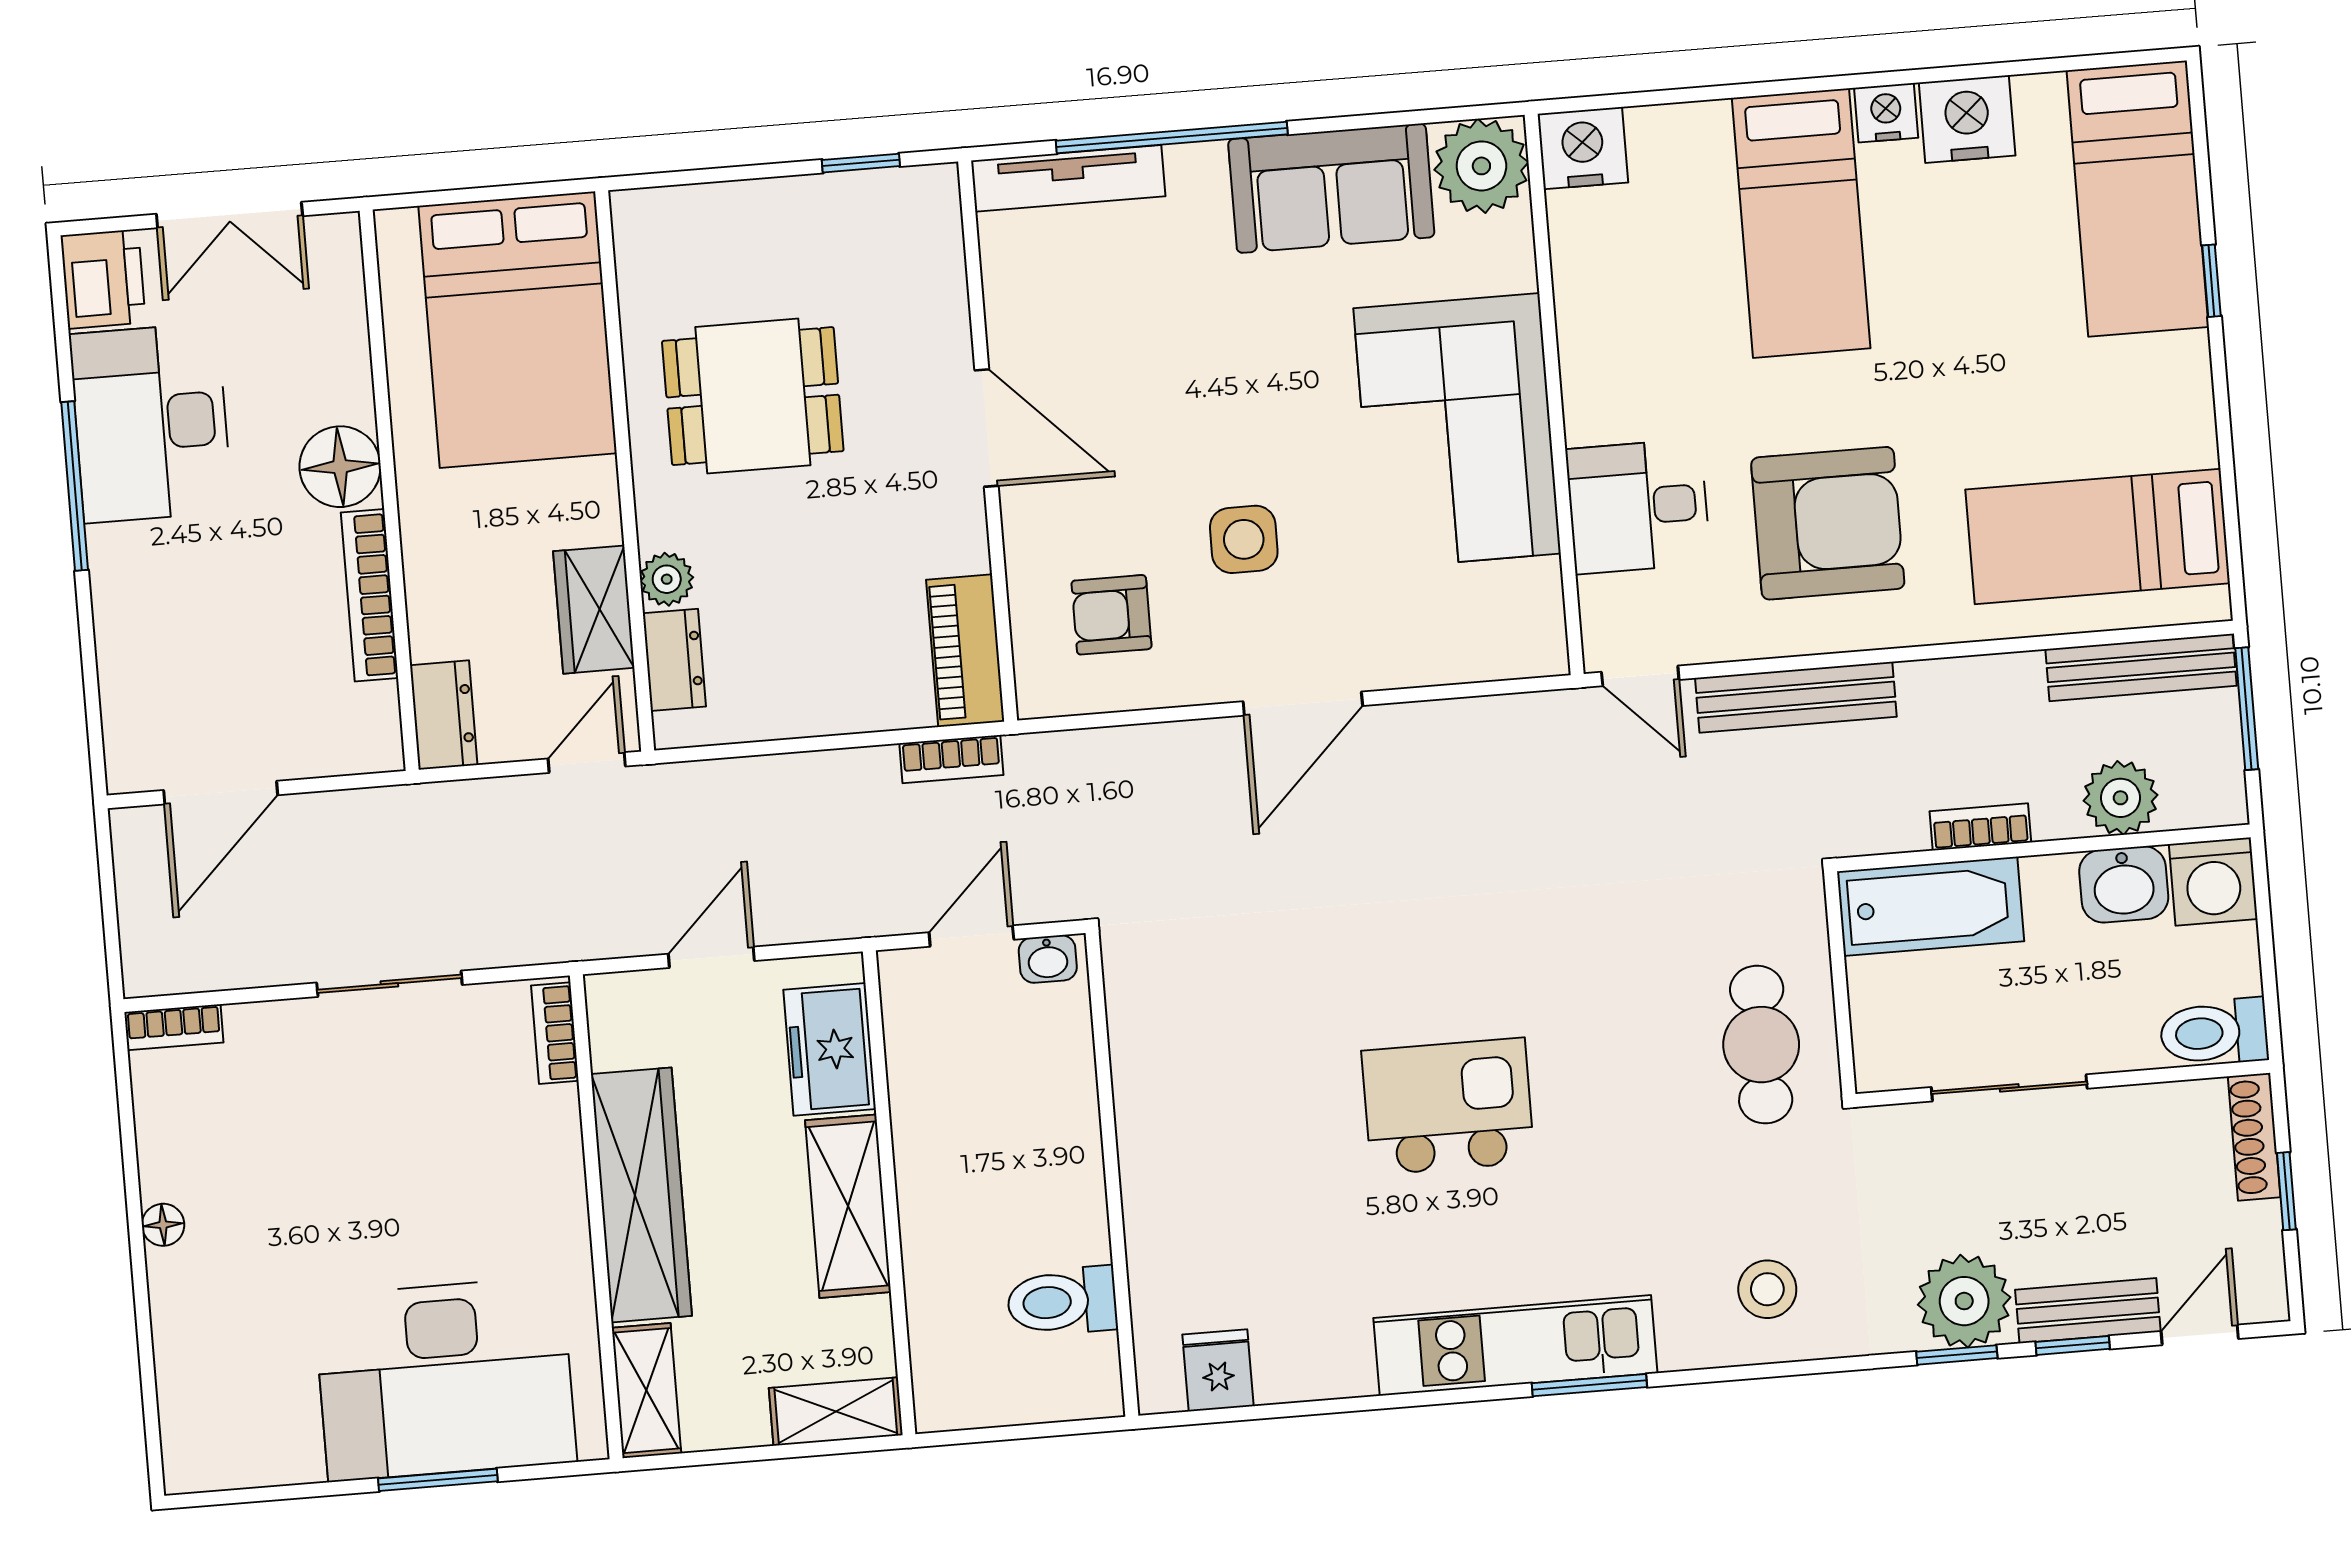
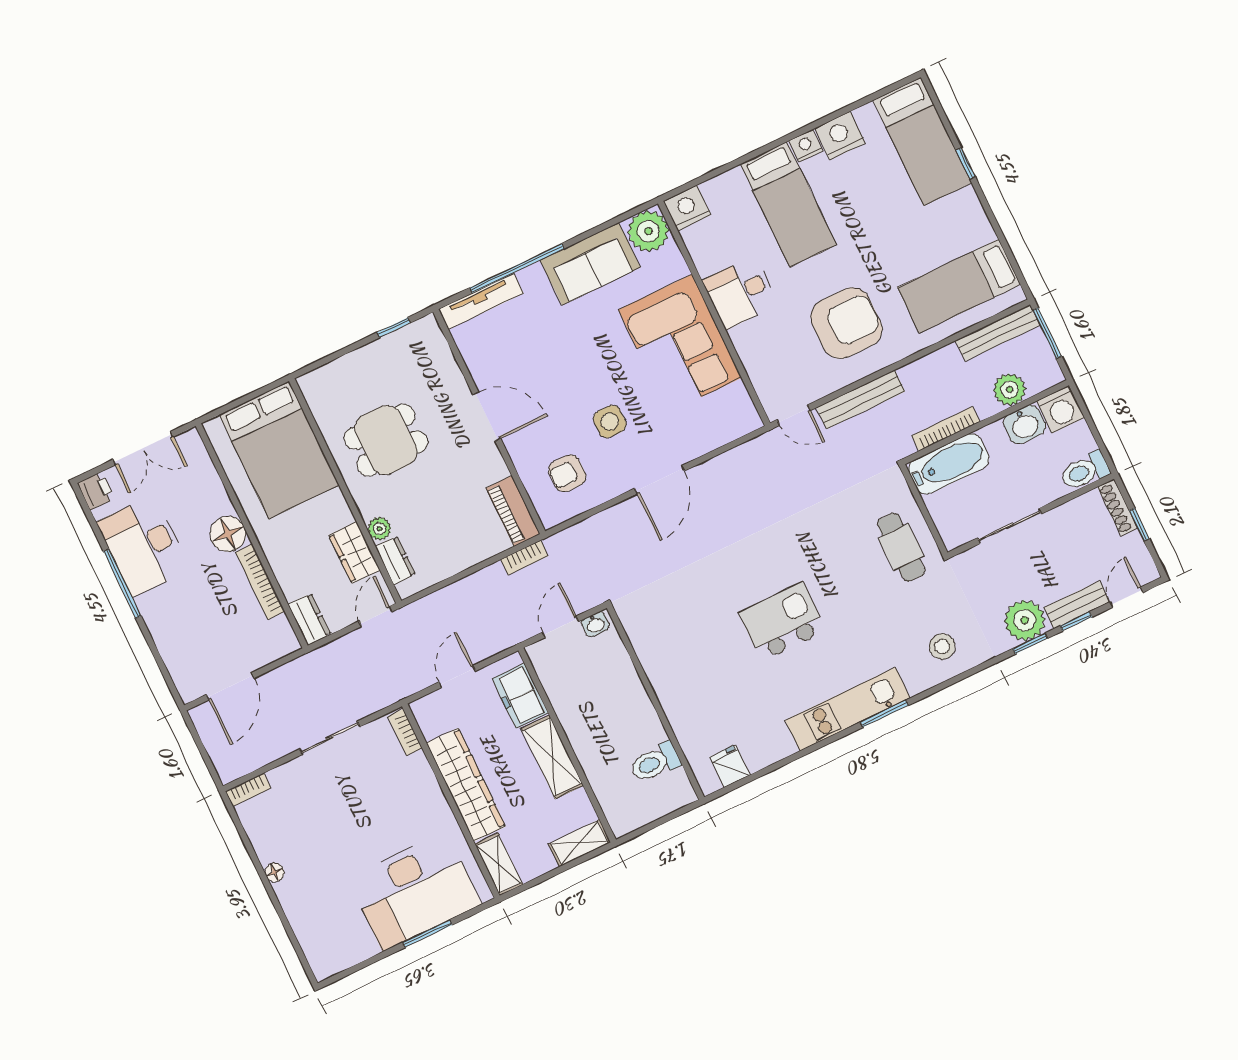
printer: (103, 279) -> (96, 491), width x0.73, depth x0.81
desk: (1638, 506) -> (740, 293), moved
bookcase: (1980, 827) -> (946, 429), width x1.56

